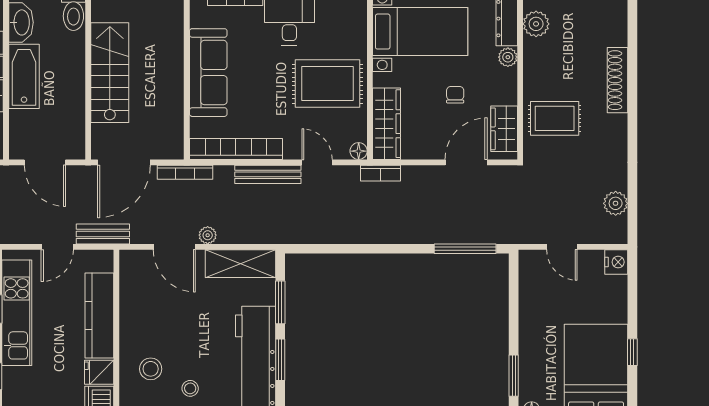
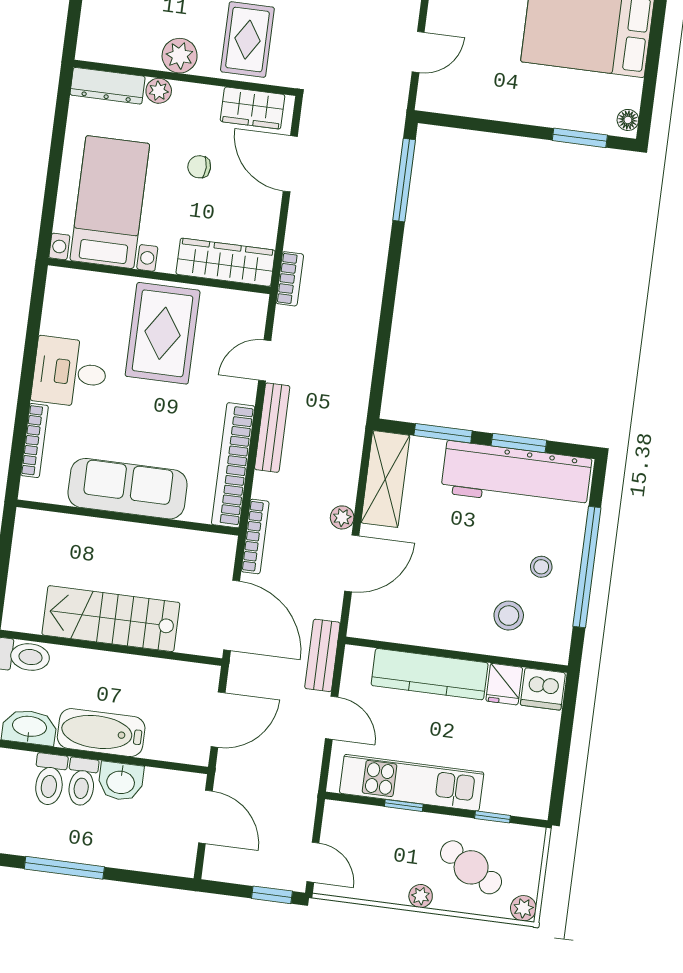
plant: (536, 24) -> (180, 56), moved
floor lamp: (359, 151) -> (257, 304), removed

